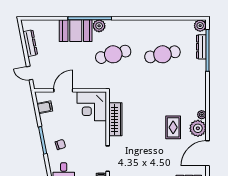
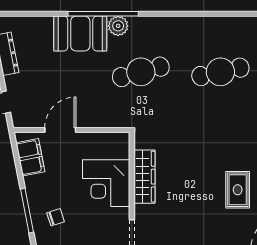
corner desk: (92, 106) -> (106, 183), moved
filing cabinet: (45, 107) -> (30, 157), width x2.00

